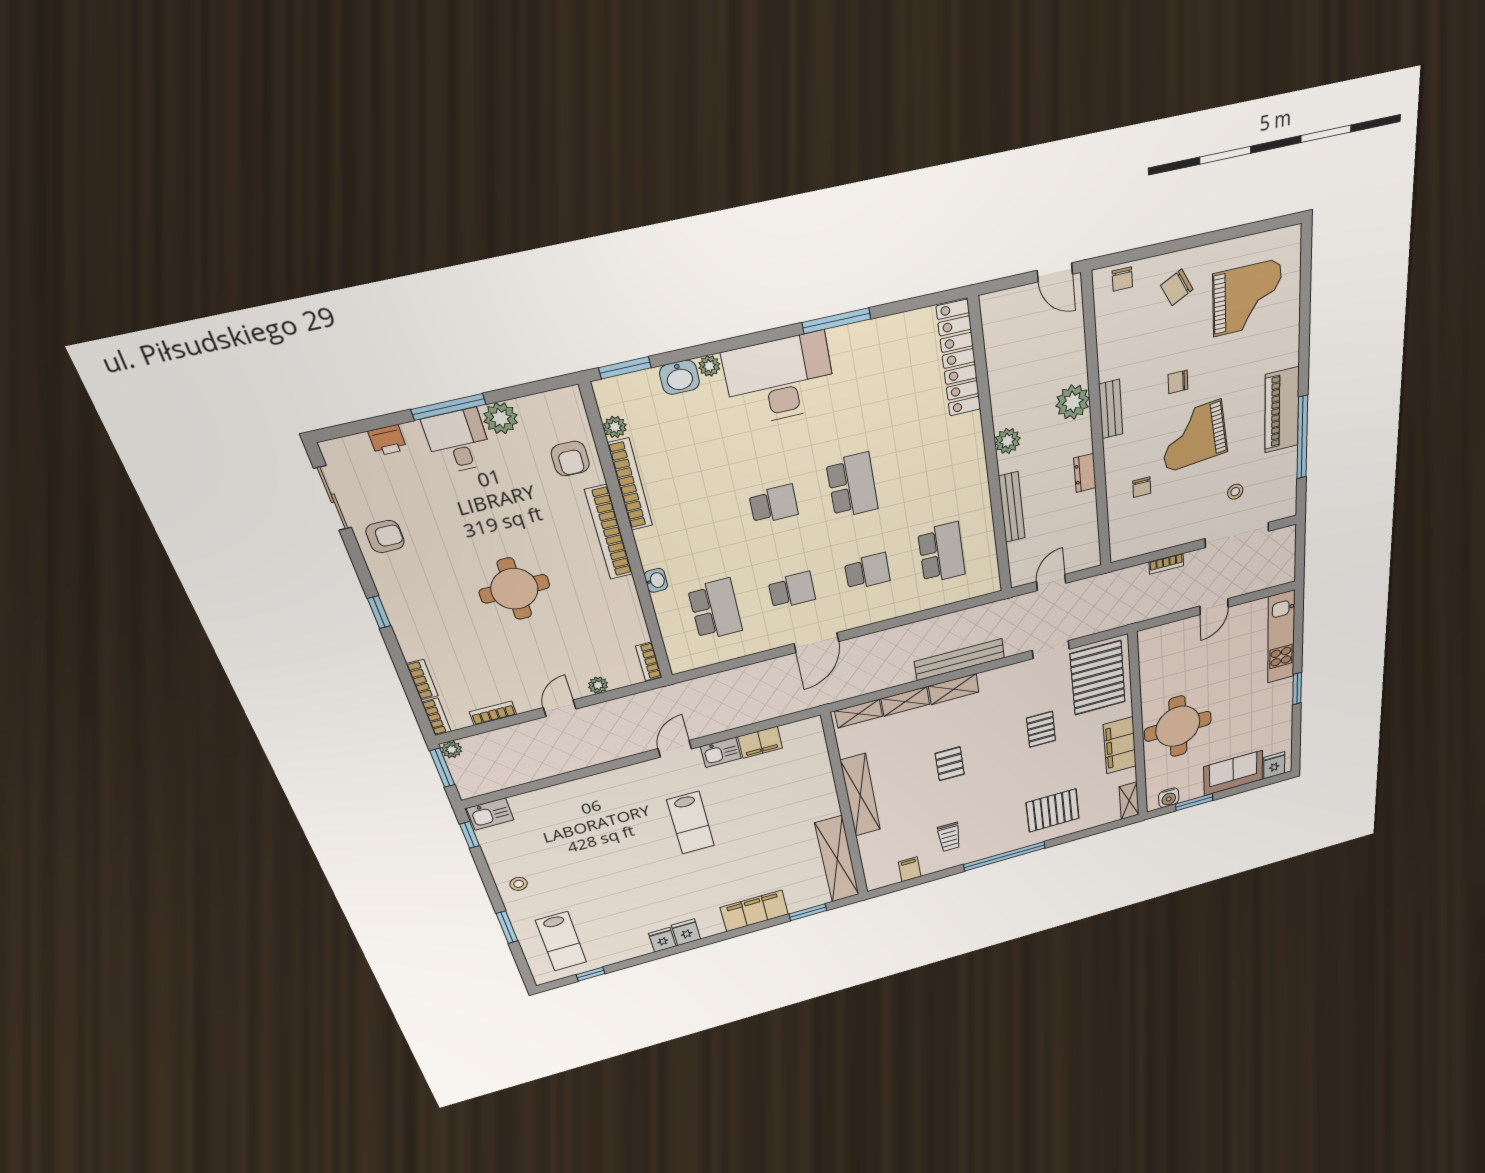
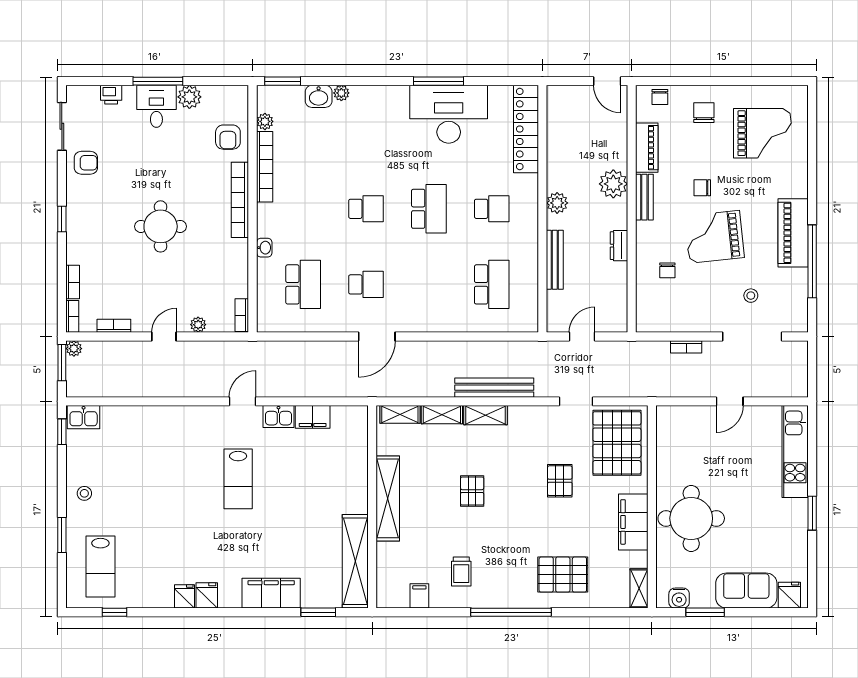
chair: (1177, 287) -> (704, 113), turned 117
piano: (1110, 348) -> (647, 148), added
desk: (780, 379) -> (449, 114), moved
school desk: (867, 571) -> (492, 209), moved

